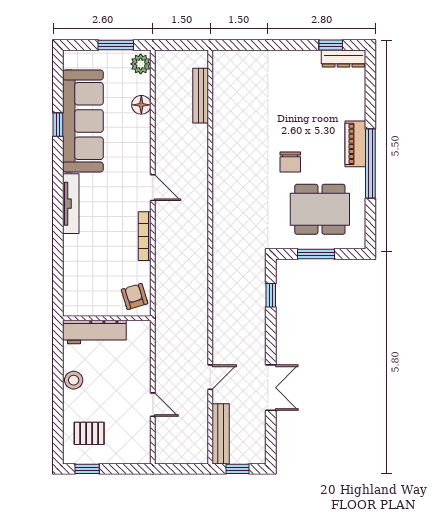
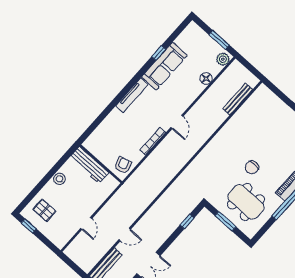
sofa: (83, 121) -> (164, 66), width x0.74, depth x0.79

